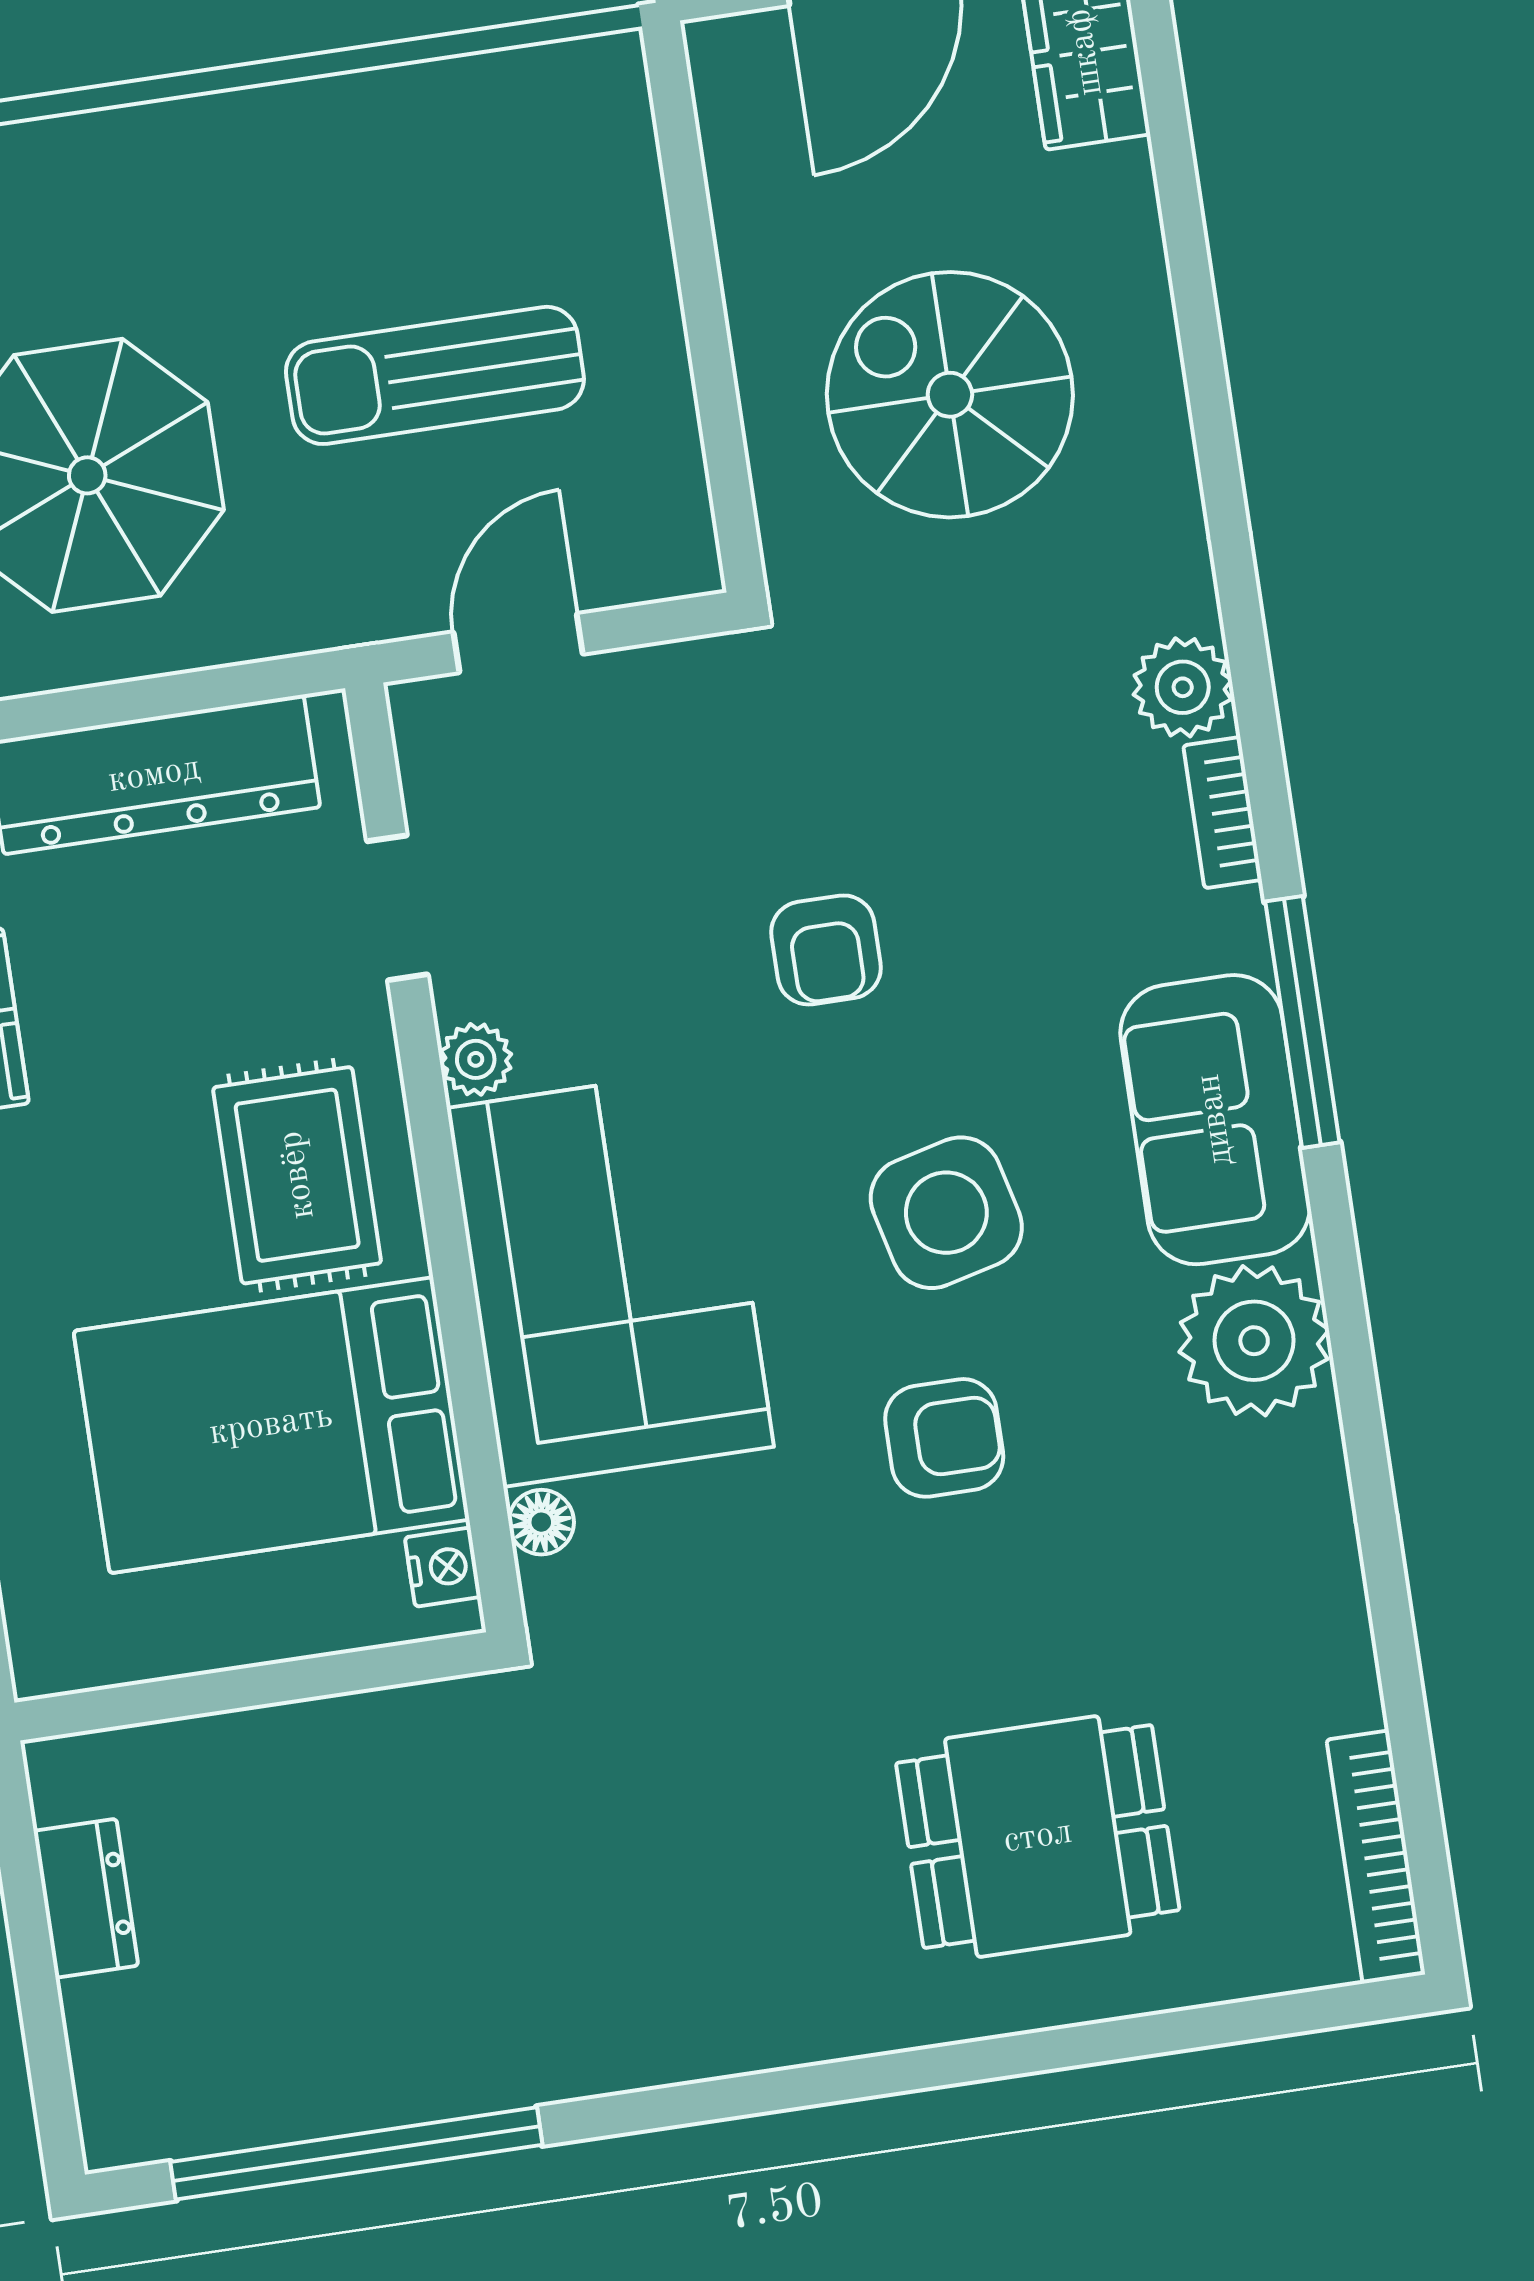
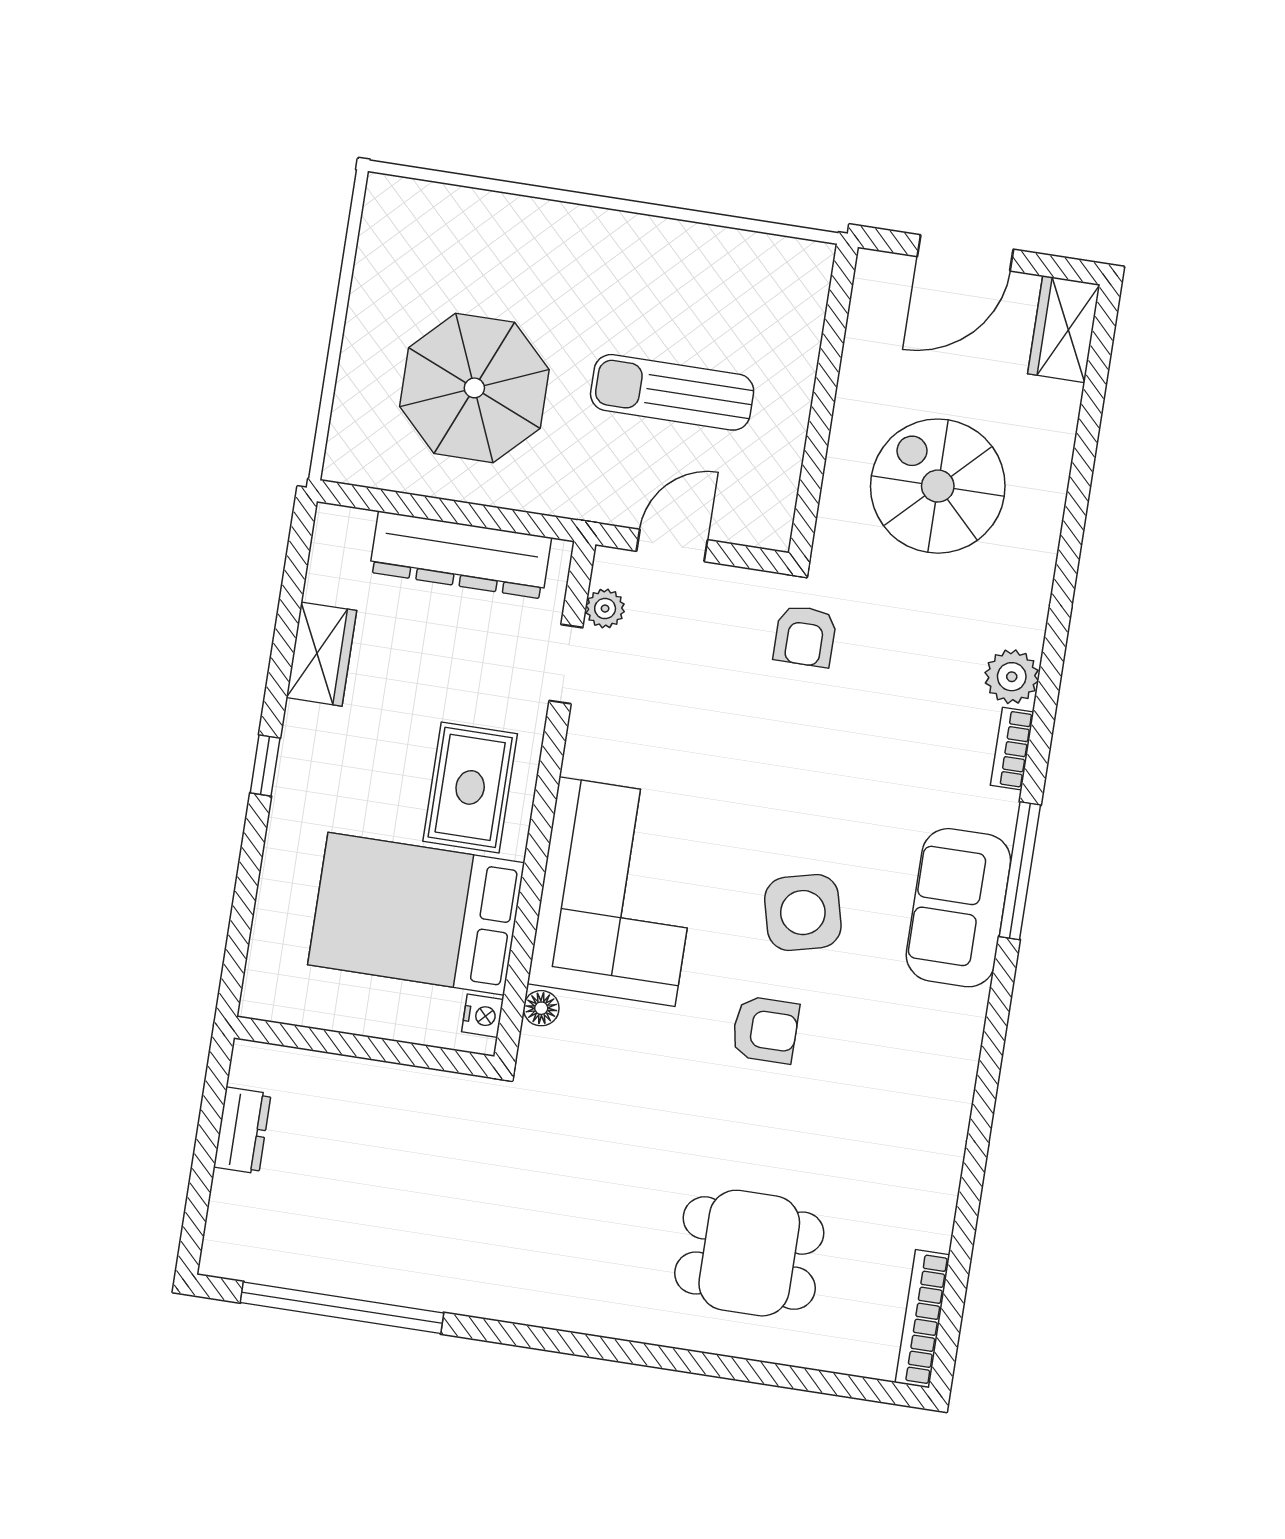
armchair: (826, 950) -> (805, 636), moved
plant: (476, 1059) -> (605, 609), moved
plant: (1254, 1341) -> (943, 1029), removed

